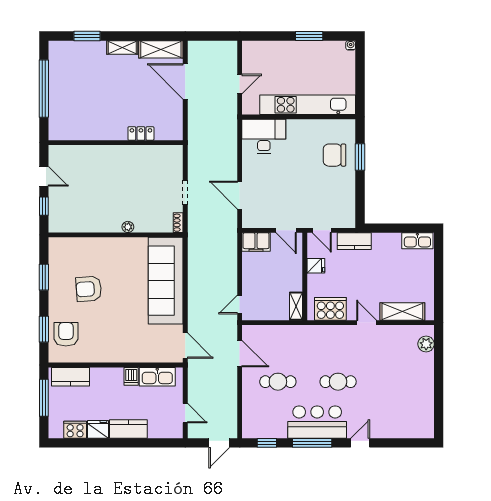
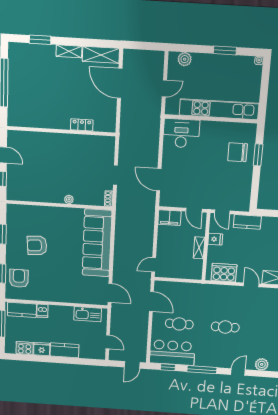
plant: (262, 49) -> (185, 59), added
shelving: (296, 306) -> (199, 248), moved
dishwasher: (131, 376) -> (42, 311), moved
bar counter: (317, 422) -> (172, 353), moved
plant: (390, 430) -> (262, 364), added

